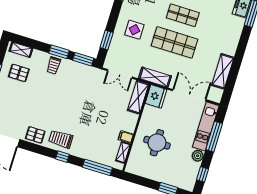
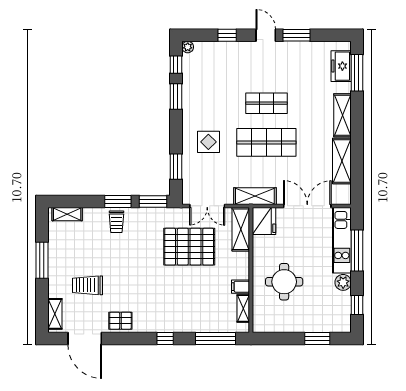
shelving: (233, 40) -> (342, 115), added
pallet: (19, 73) -> (189, 247), moved, width x2.05, depth x2.00
trolley: (61, 139) -> (88, 285), moved

